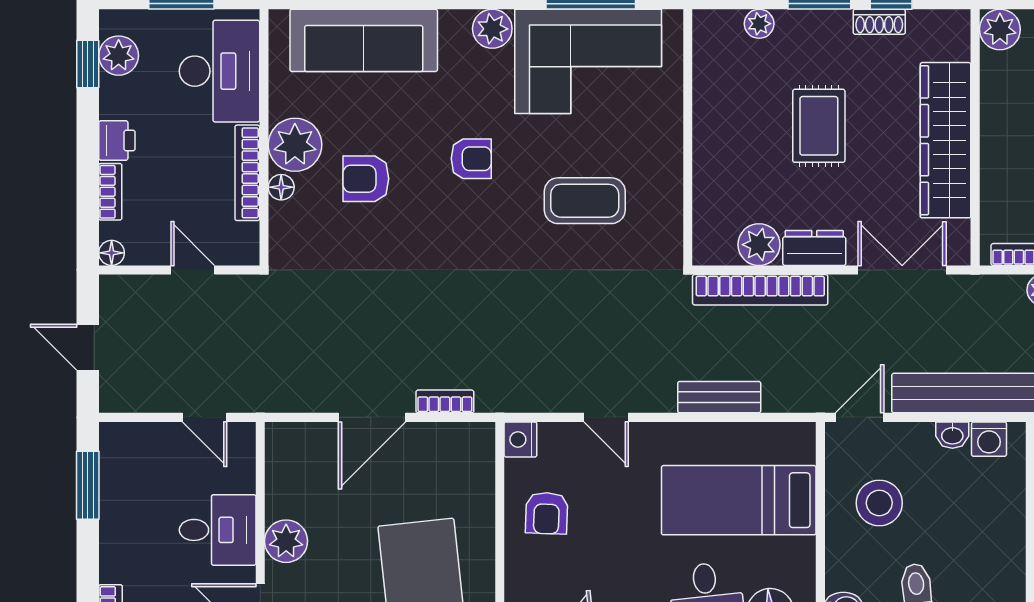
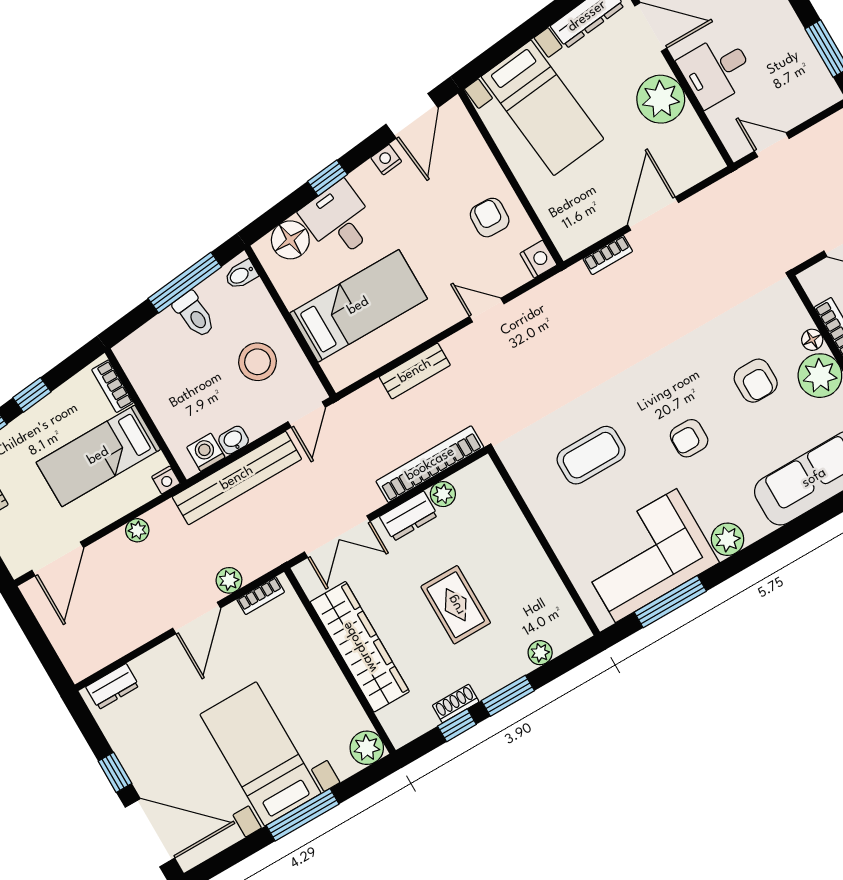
armchair: (366, 179) -> (756, 381), turned 90
plant: (759, 245) -> (443, 494), width x0.73, depth x0.73
plant: (286, 541) -> (661, 99), width x1.36, depth x1.36

